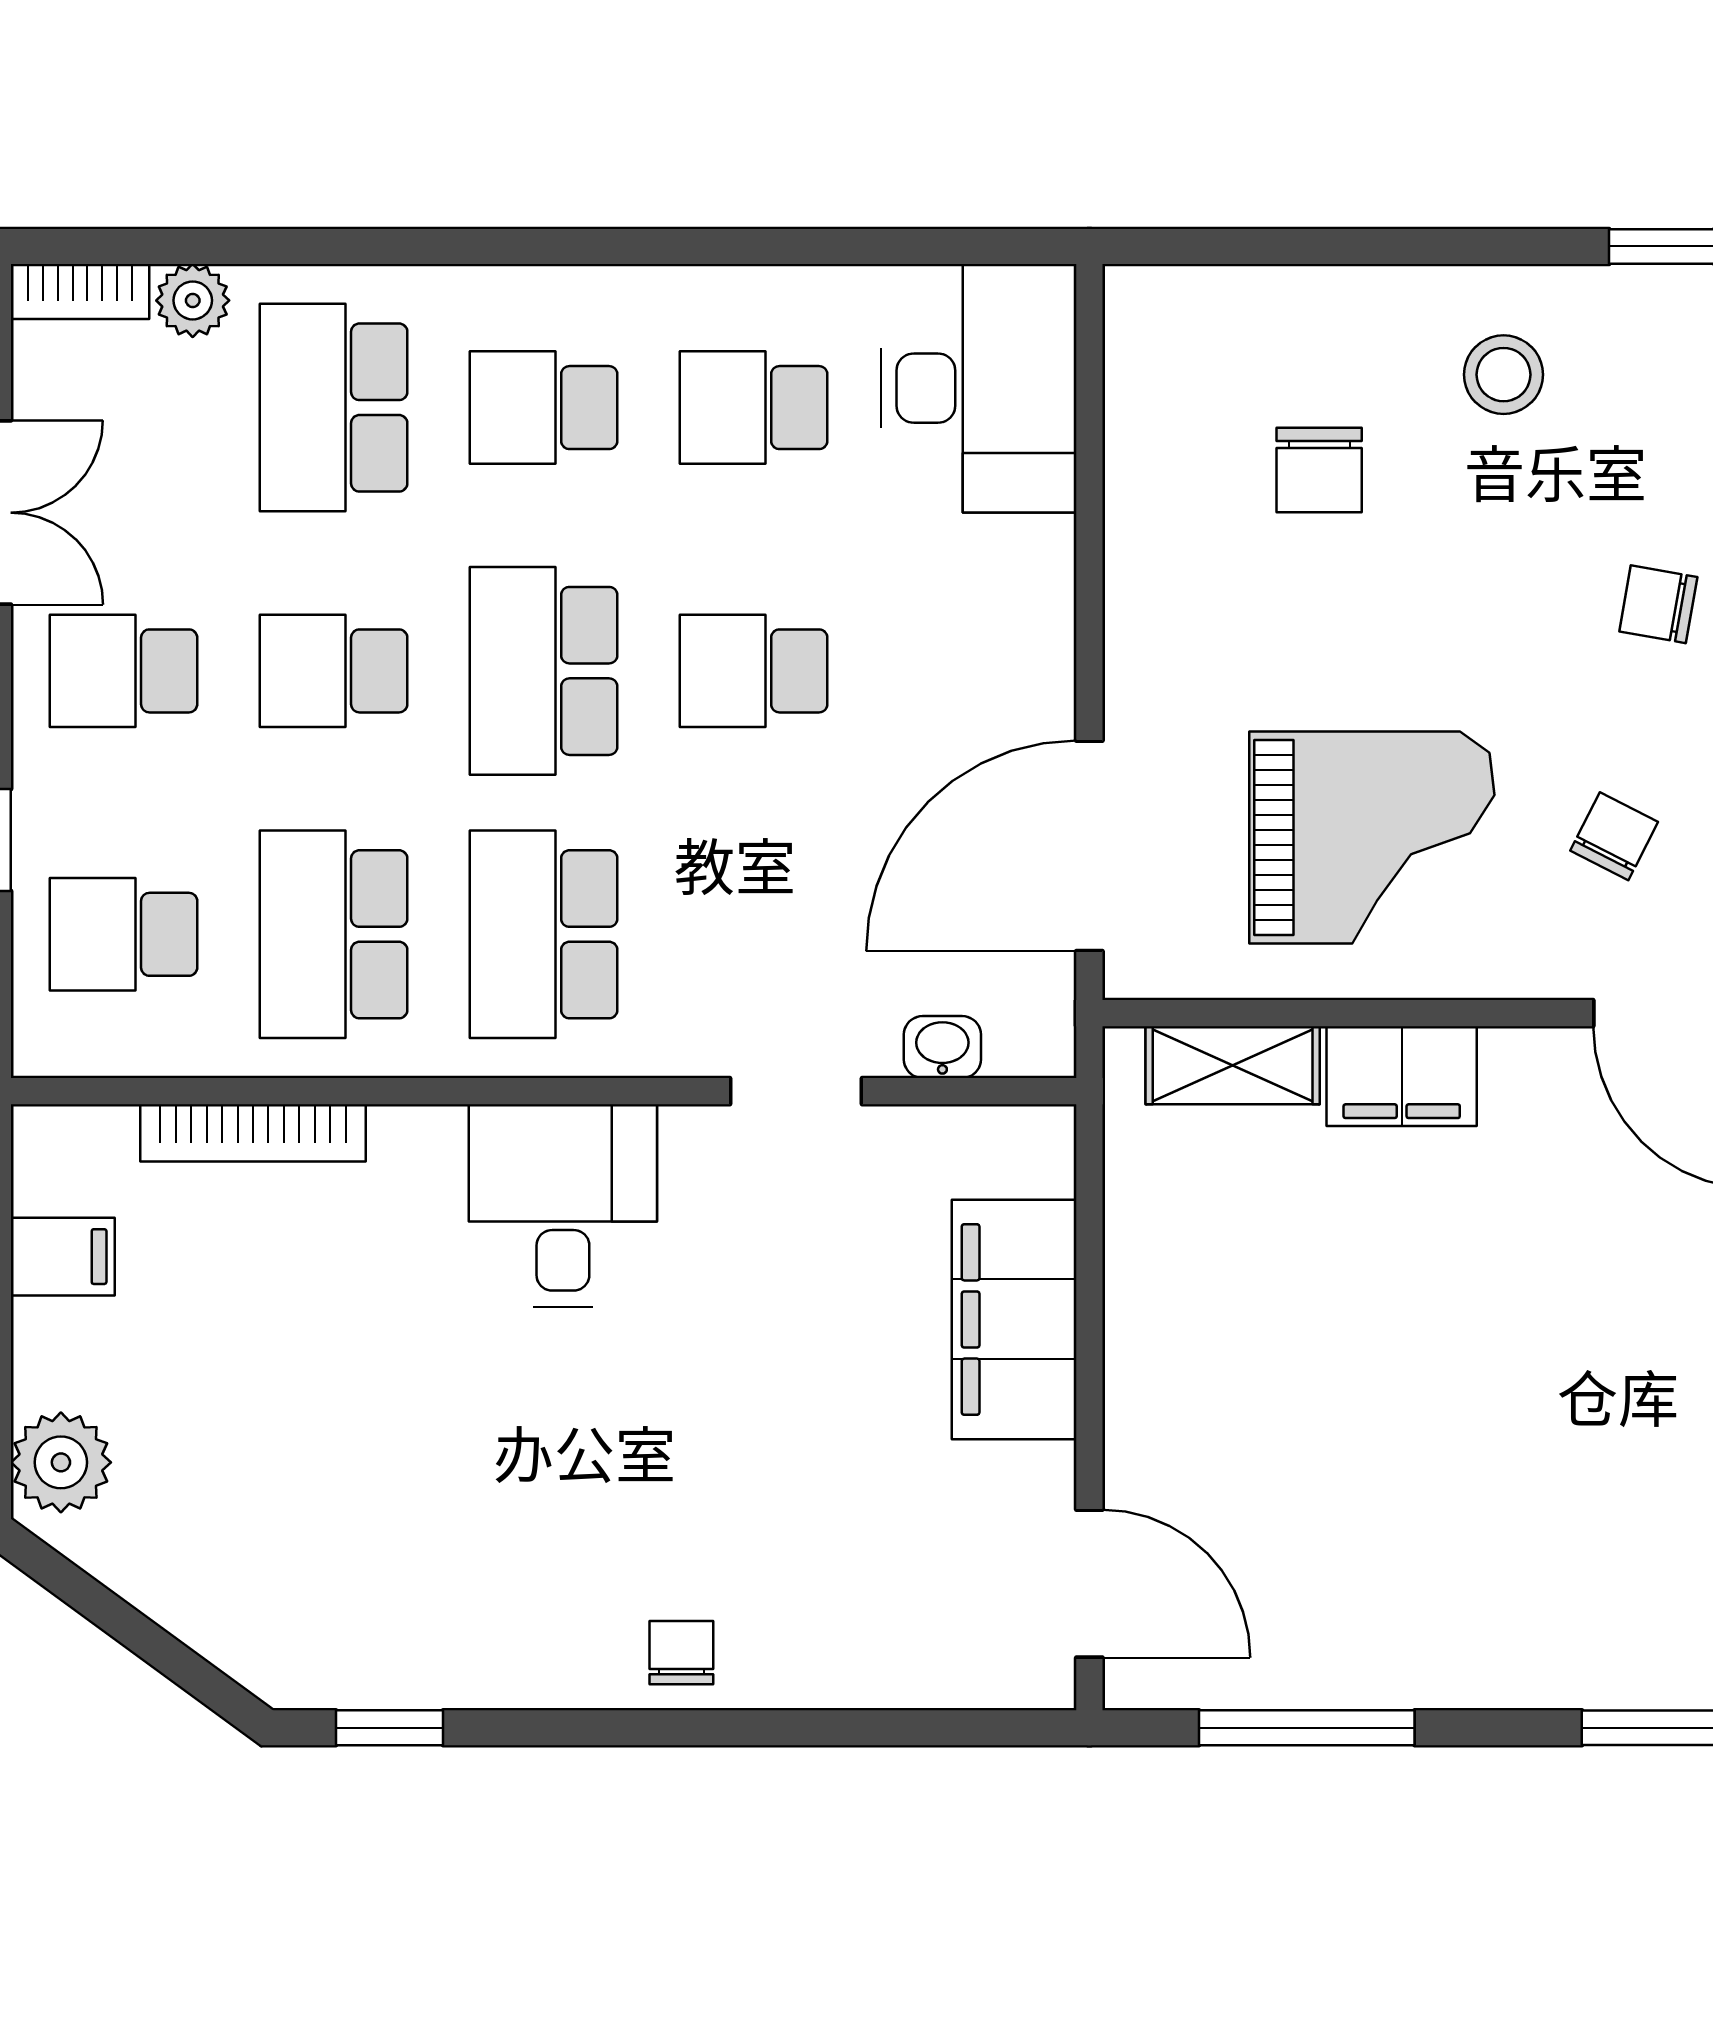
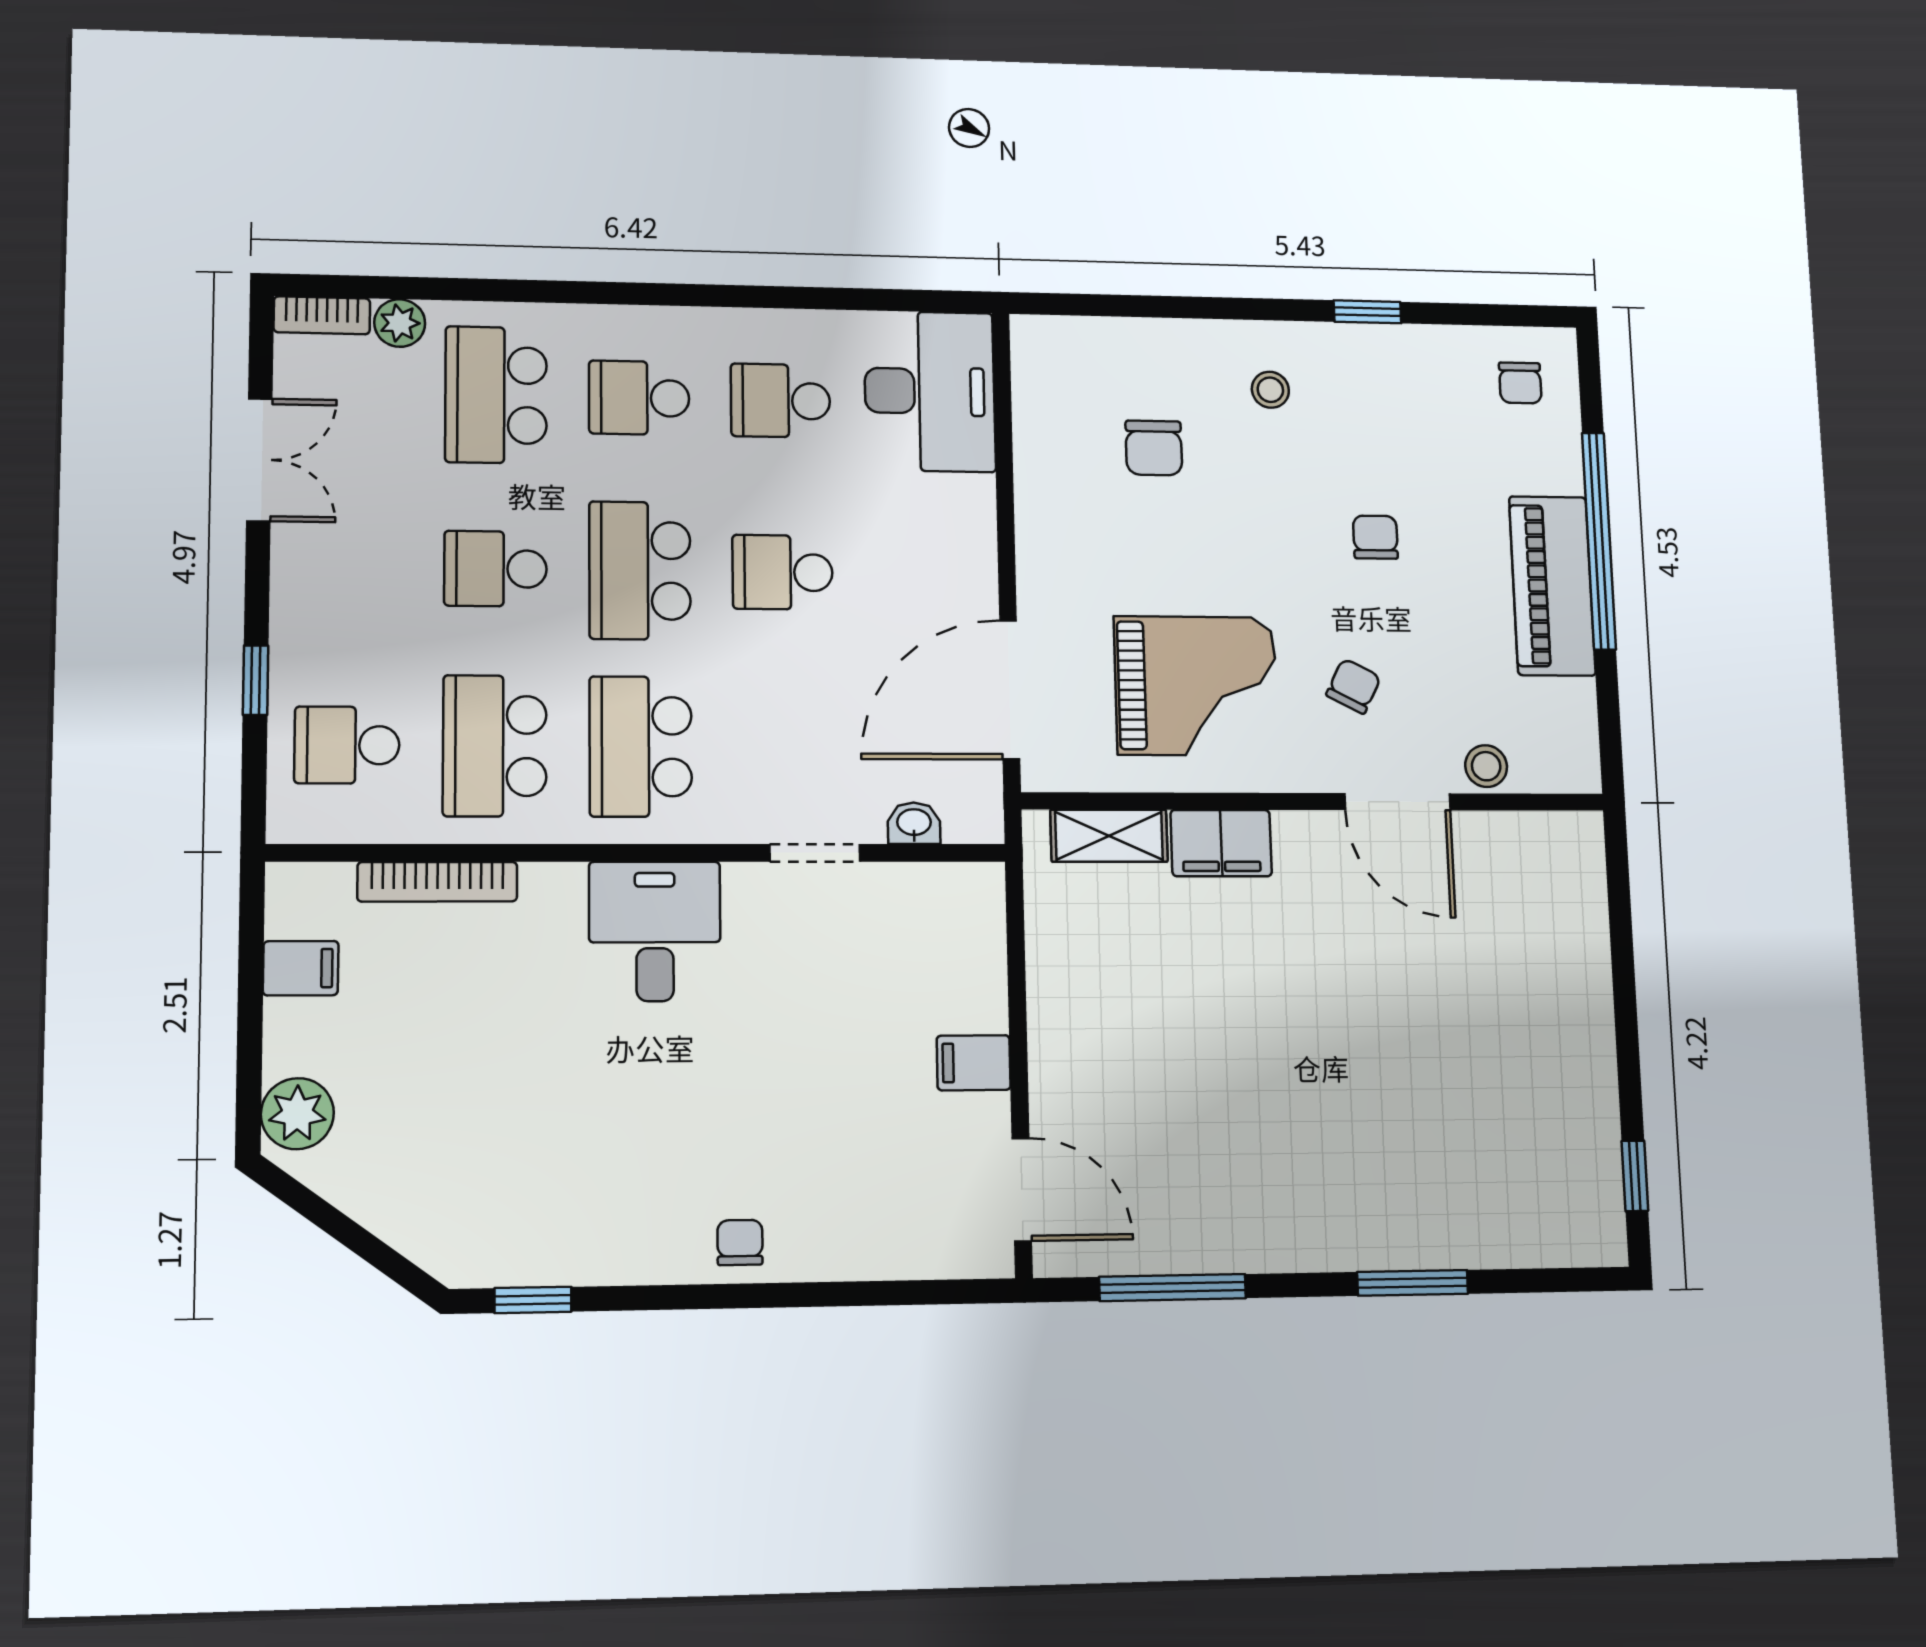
stool: (1504, 375) -> (1270, 390), width x0.73, depth x0.73
chair: (1658, 604) -> (1375, 537), turned 80
school desk: (124, 671) -> (349, 567), removed
filing cabinet: (1014, 1319) -> (974, 1063), width x0.33, depth x0.86

